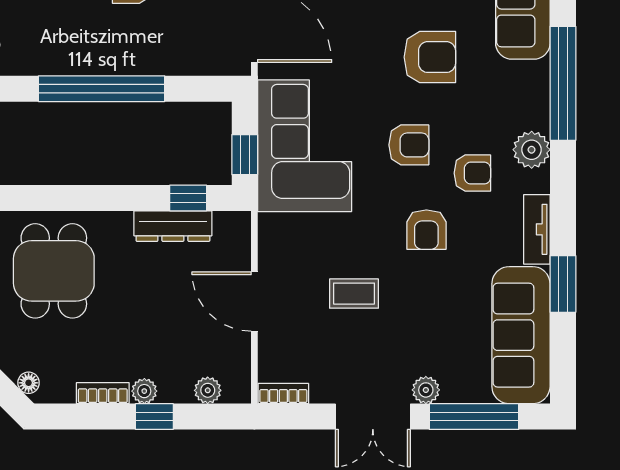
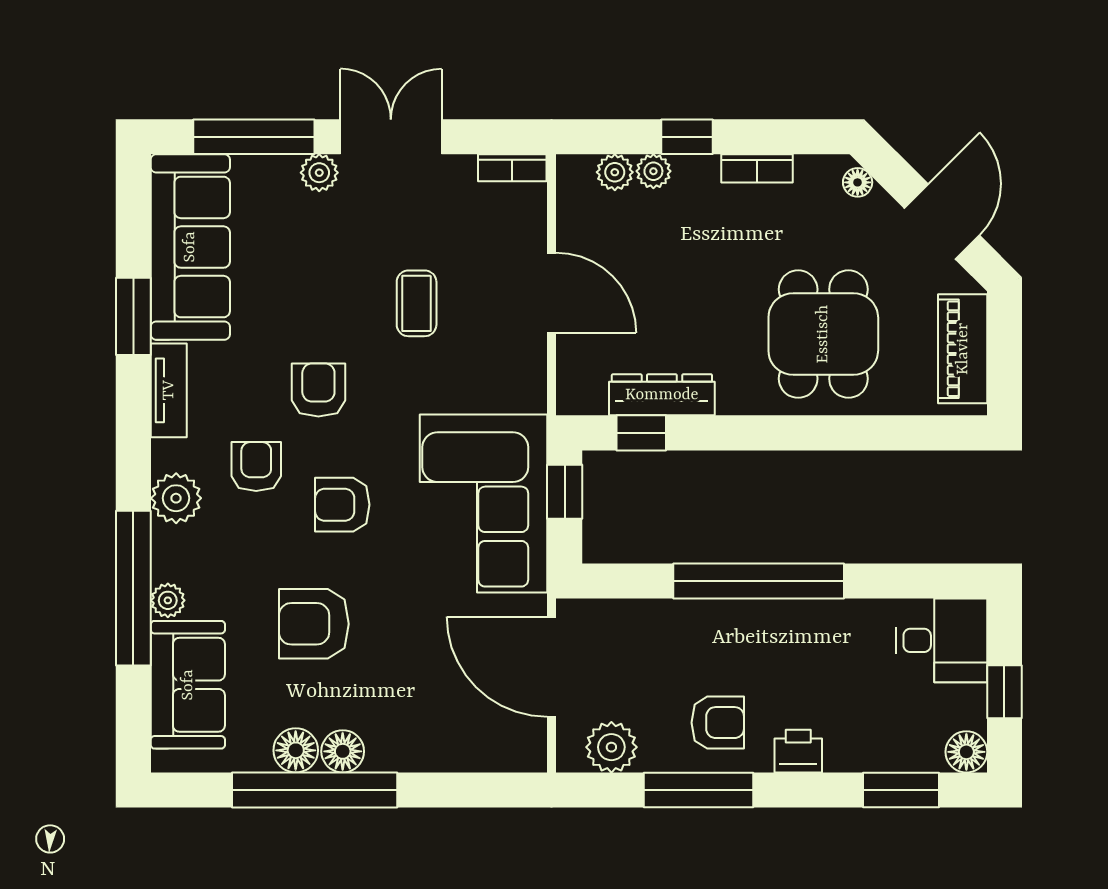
plant: (538, 74) -> (168, 600), added
armchair: (472, 173) -> (256, 467), turned 90
coffee table: (354, 294) -> (417, 303), turned 90
plant: (144, 391) -> (653, 171), moved

